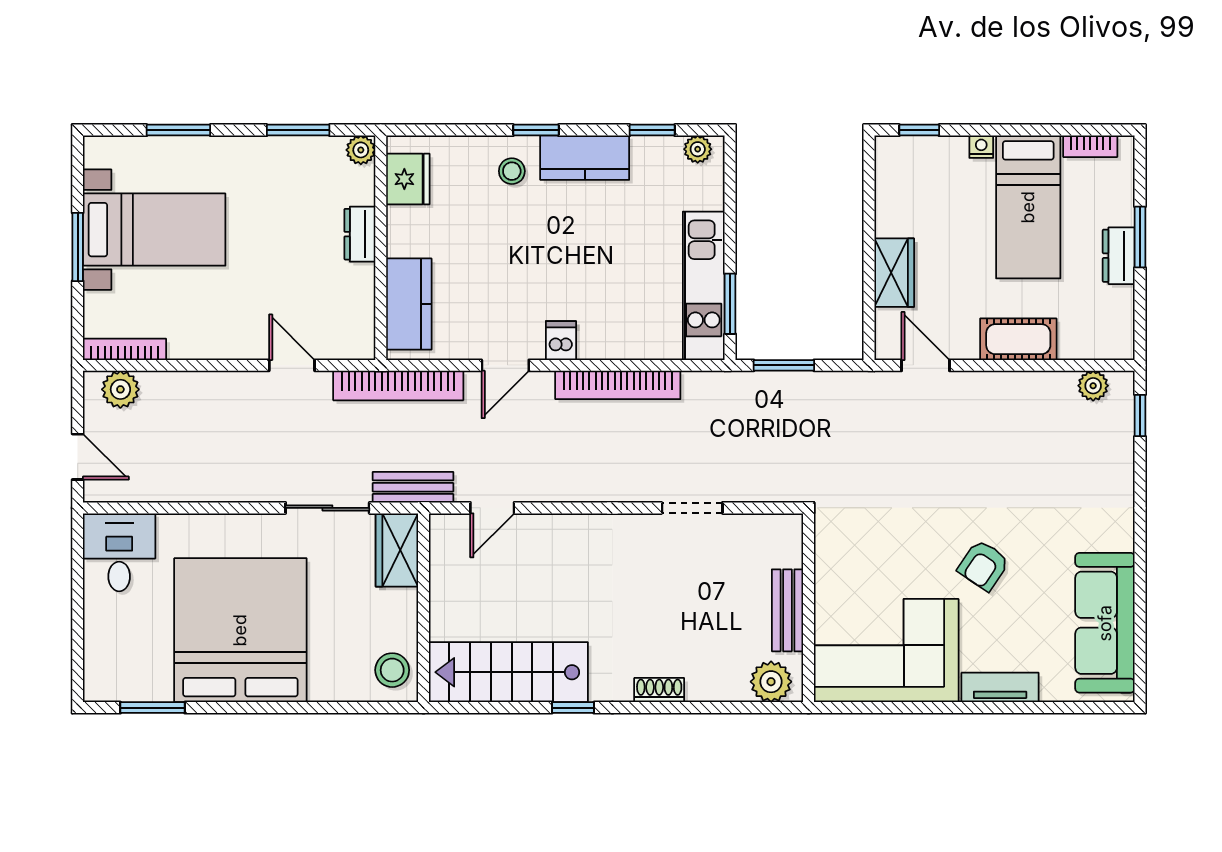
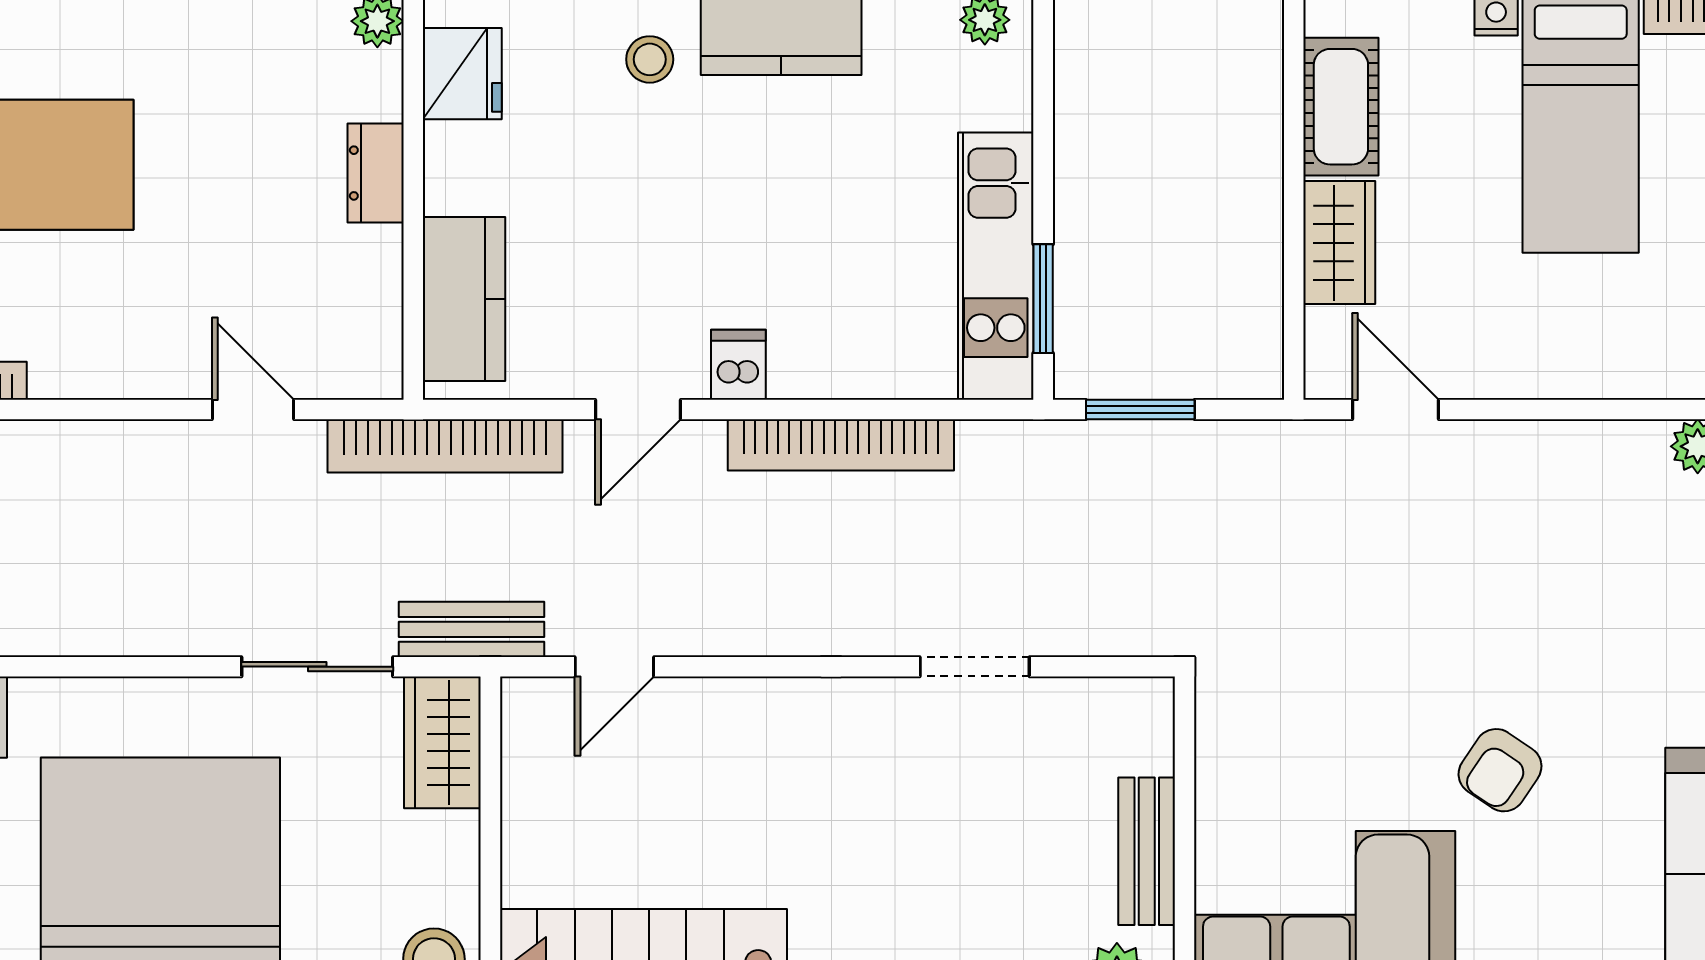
cot: (1018, 339) -> (1341, 107), moved, turned 90

